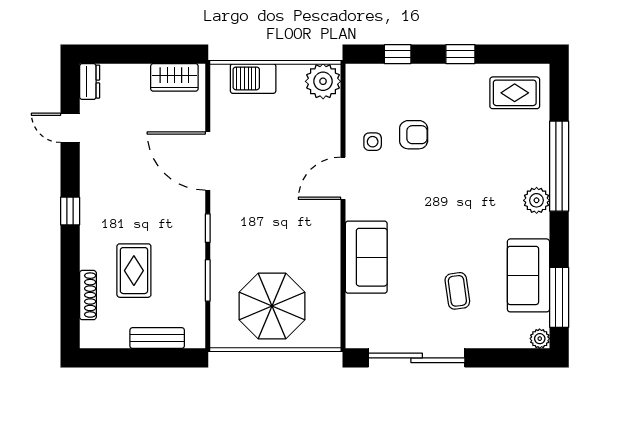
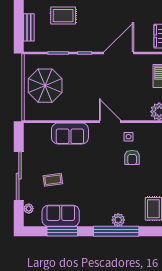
plant: (537, 200) -> (118, 220), moved
window: (559, 297) -> (62, 231), moved
plant: (540, 339) -> (29, 209), moved
sliding door: (417, 358) -> (19, 176), moved

